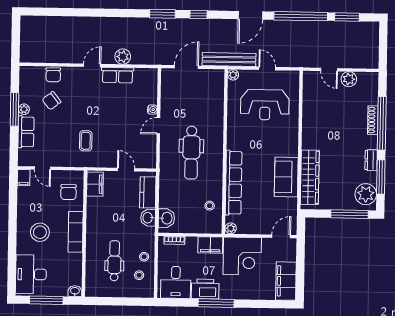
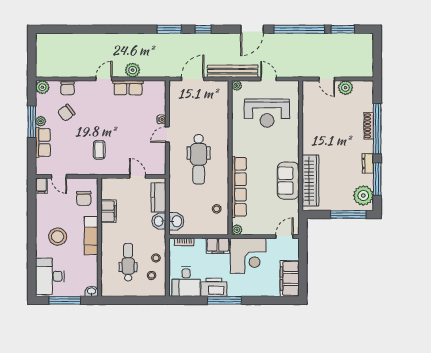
plant: (26, 73) -> (42, 87), added
filing cabinet: (95, 184) -> (109, 211), moved

